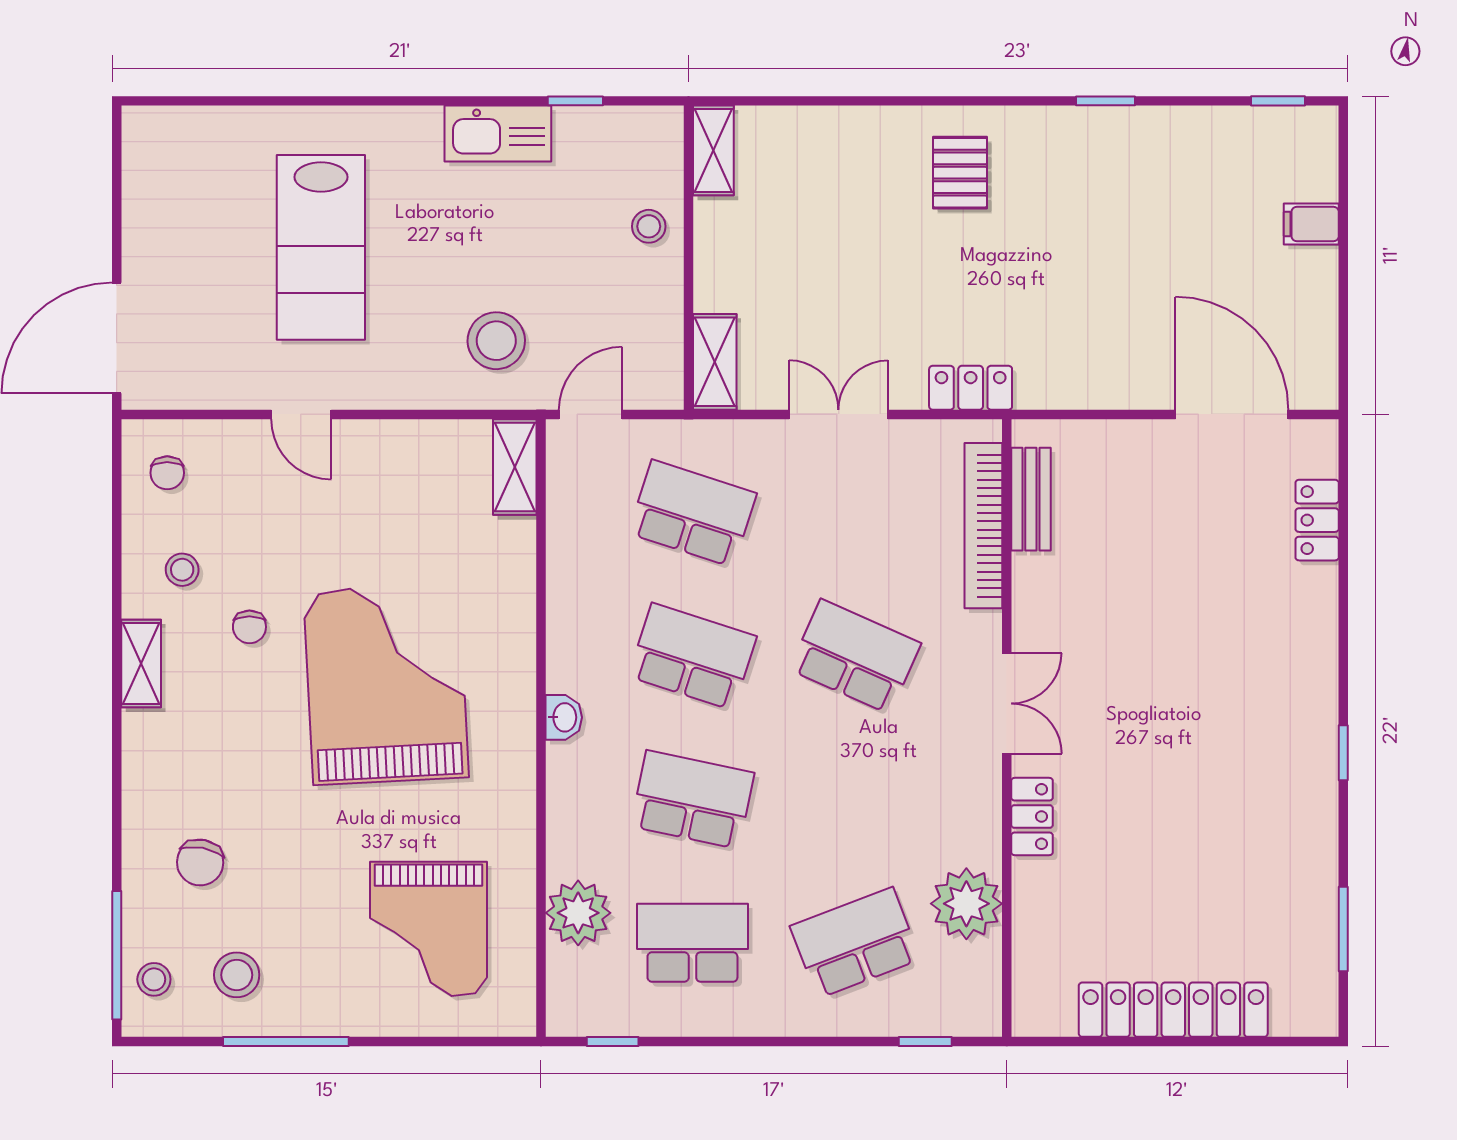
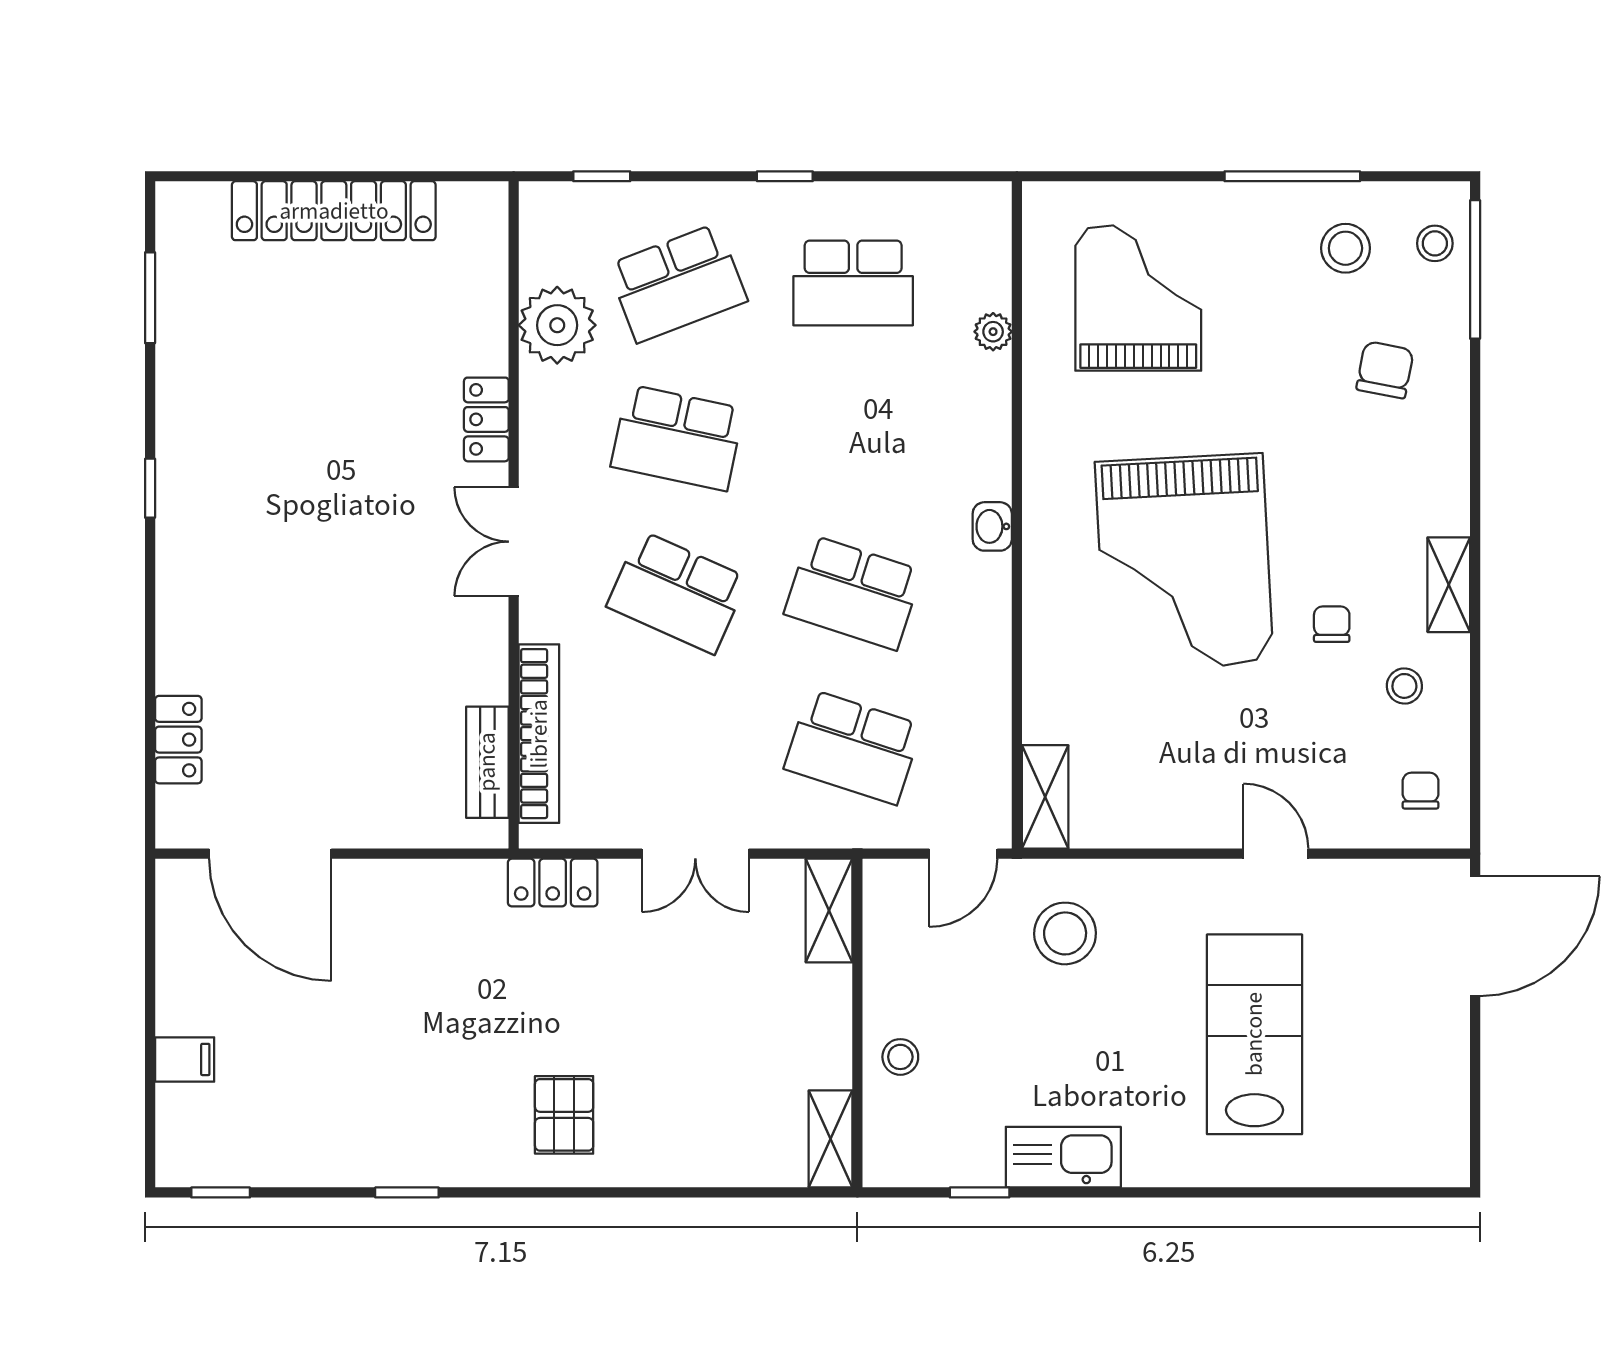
school desk: (692, 800) -> (677, 438), moved
plant: (578, 913) -> (993, 332), width x0.53, depth x0.53
window: (613, 1042) -> (785, 176), moved

